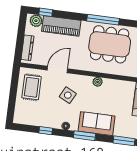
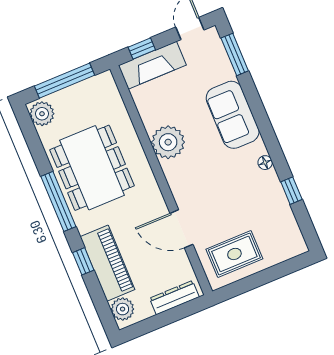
window: (46, 12) -> (83, 261), moved
plant: (98, 82) -> (168, 142), width x1.87, depth x1.87
side table: (68, 95) -> (213, 188), removed
window: (85, 136) -> (263, 123), removed

